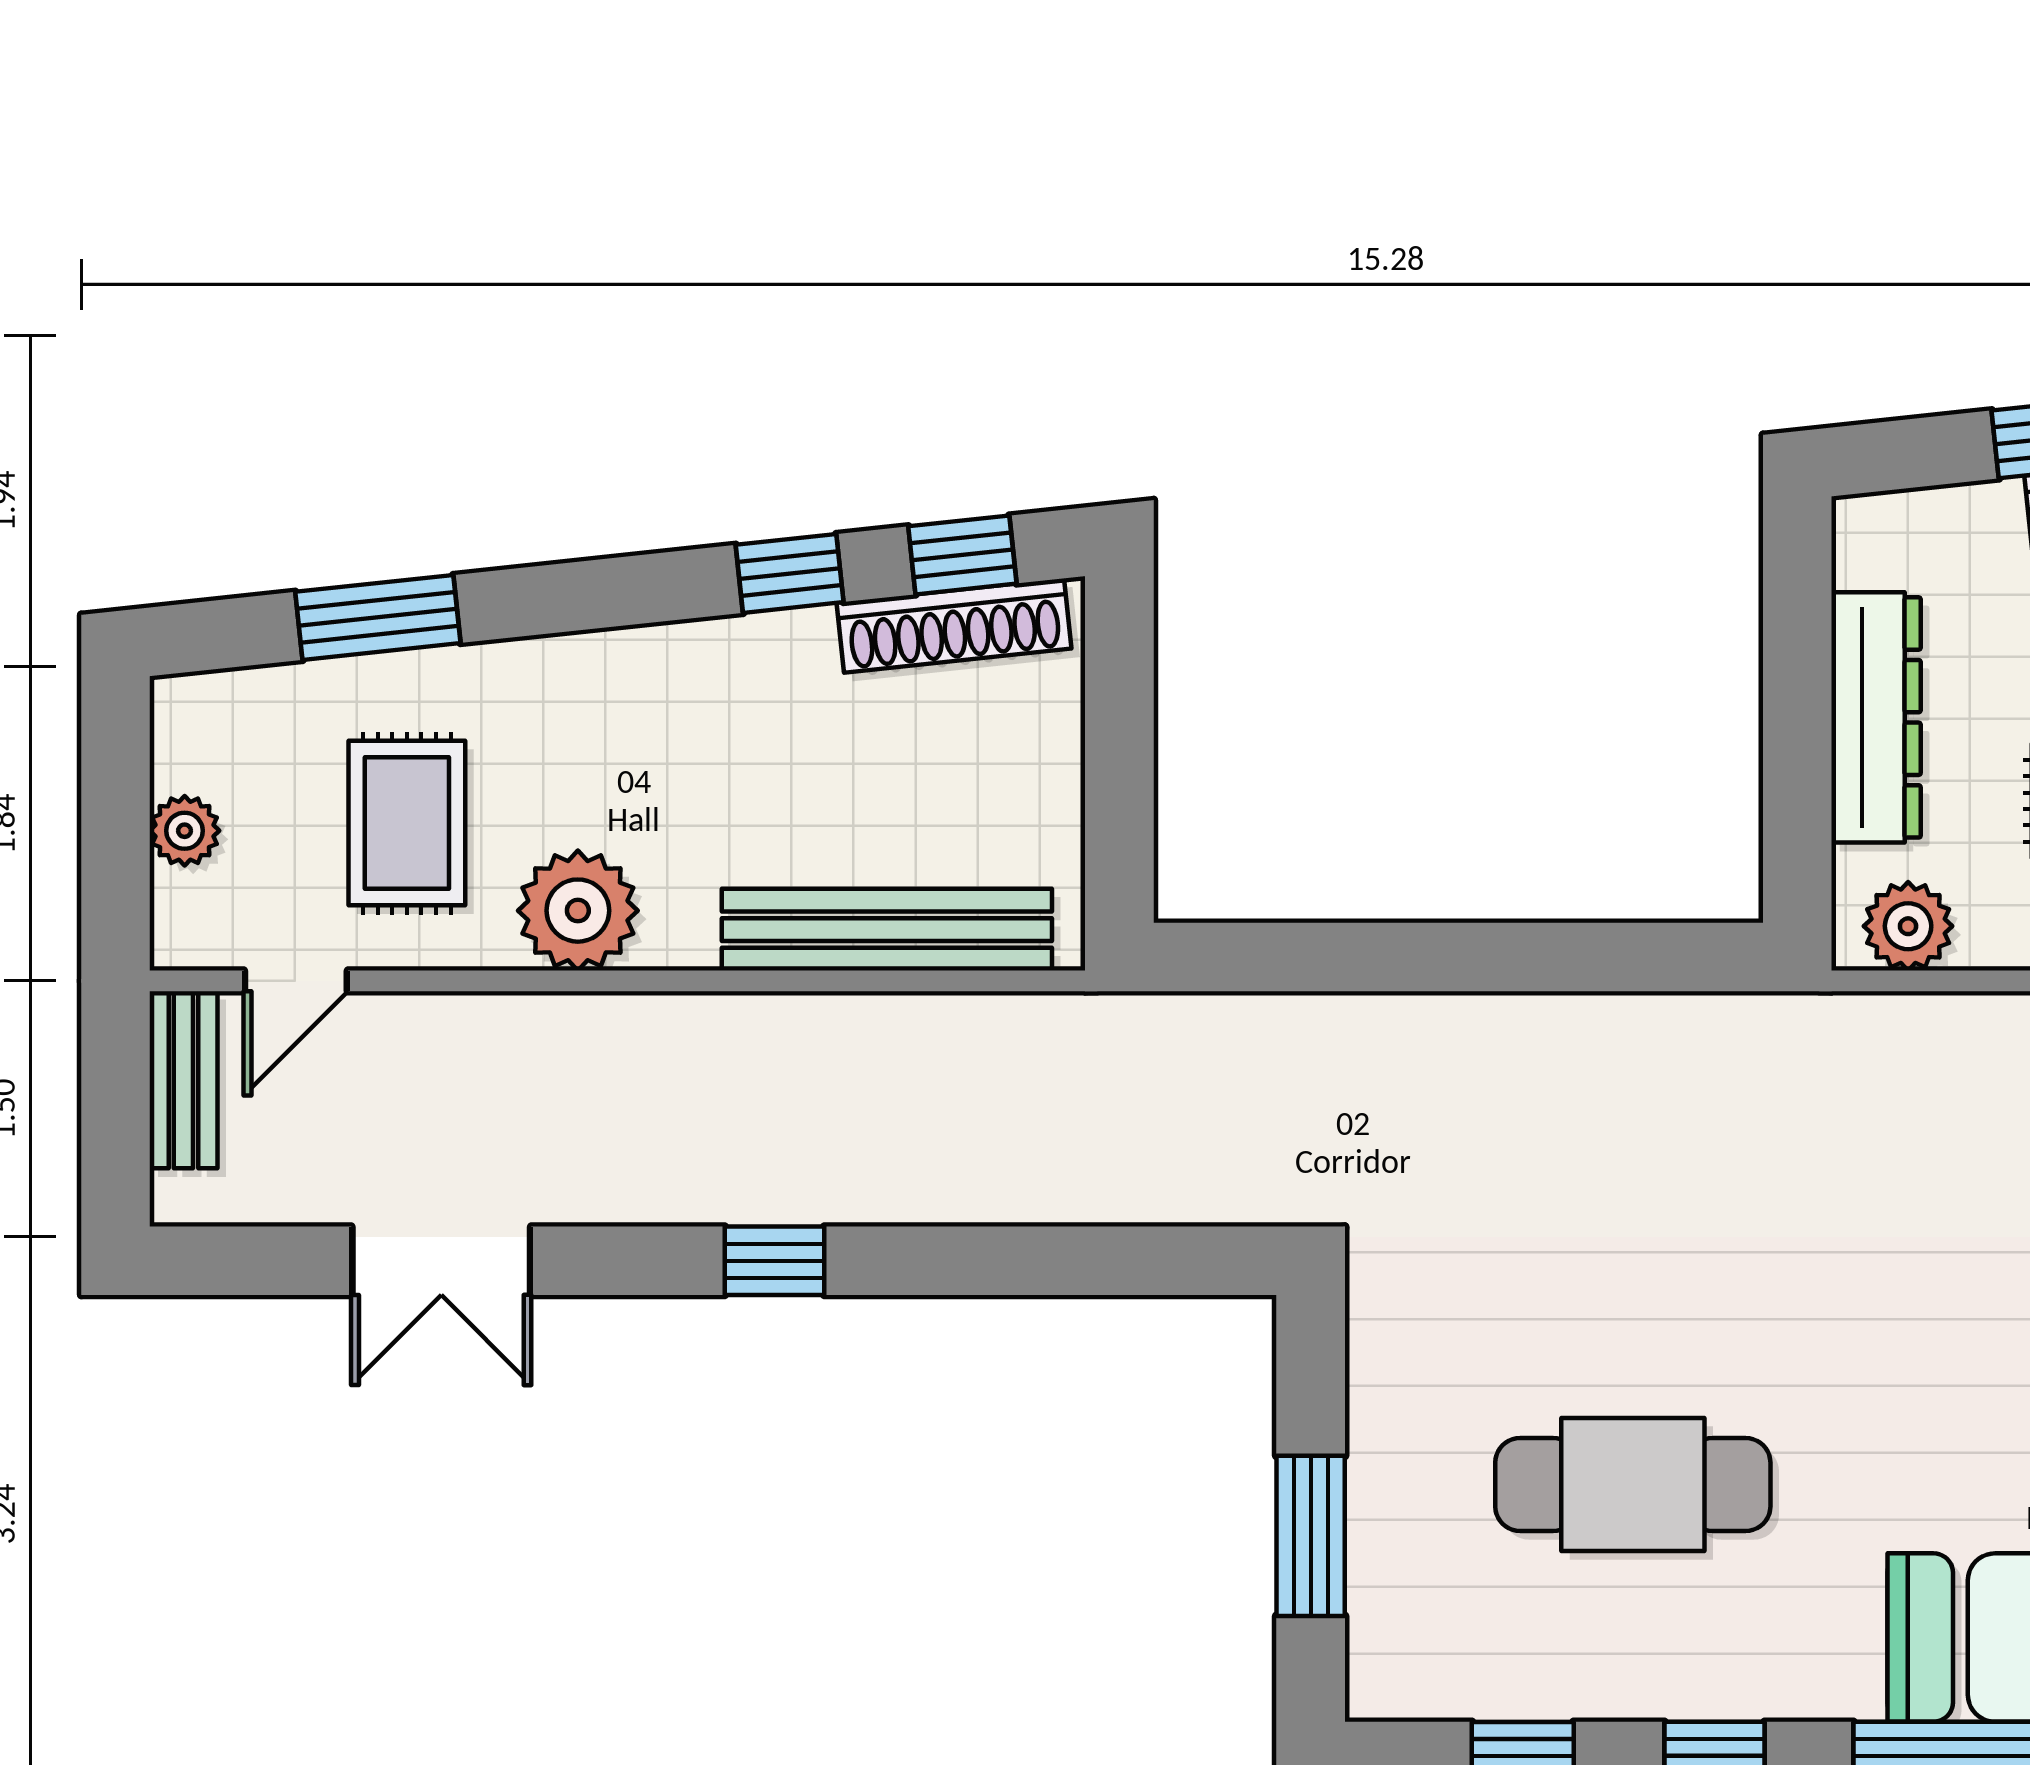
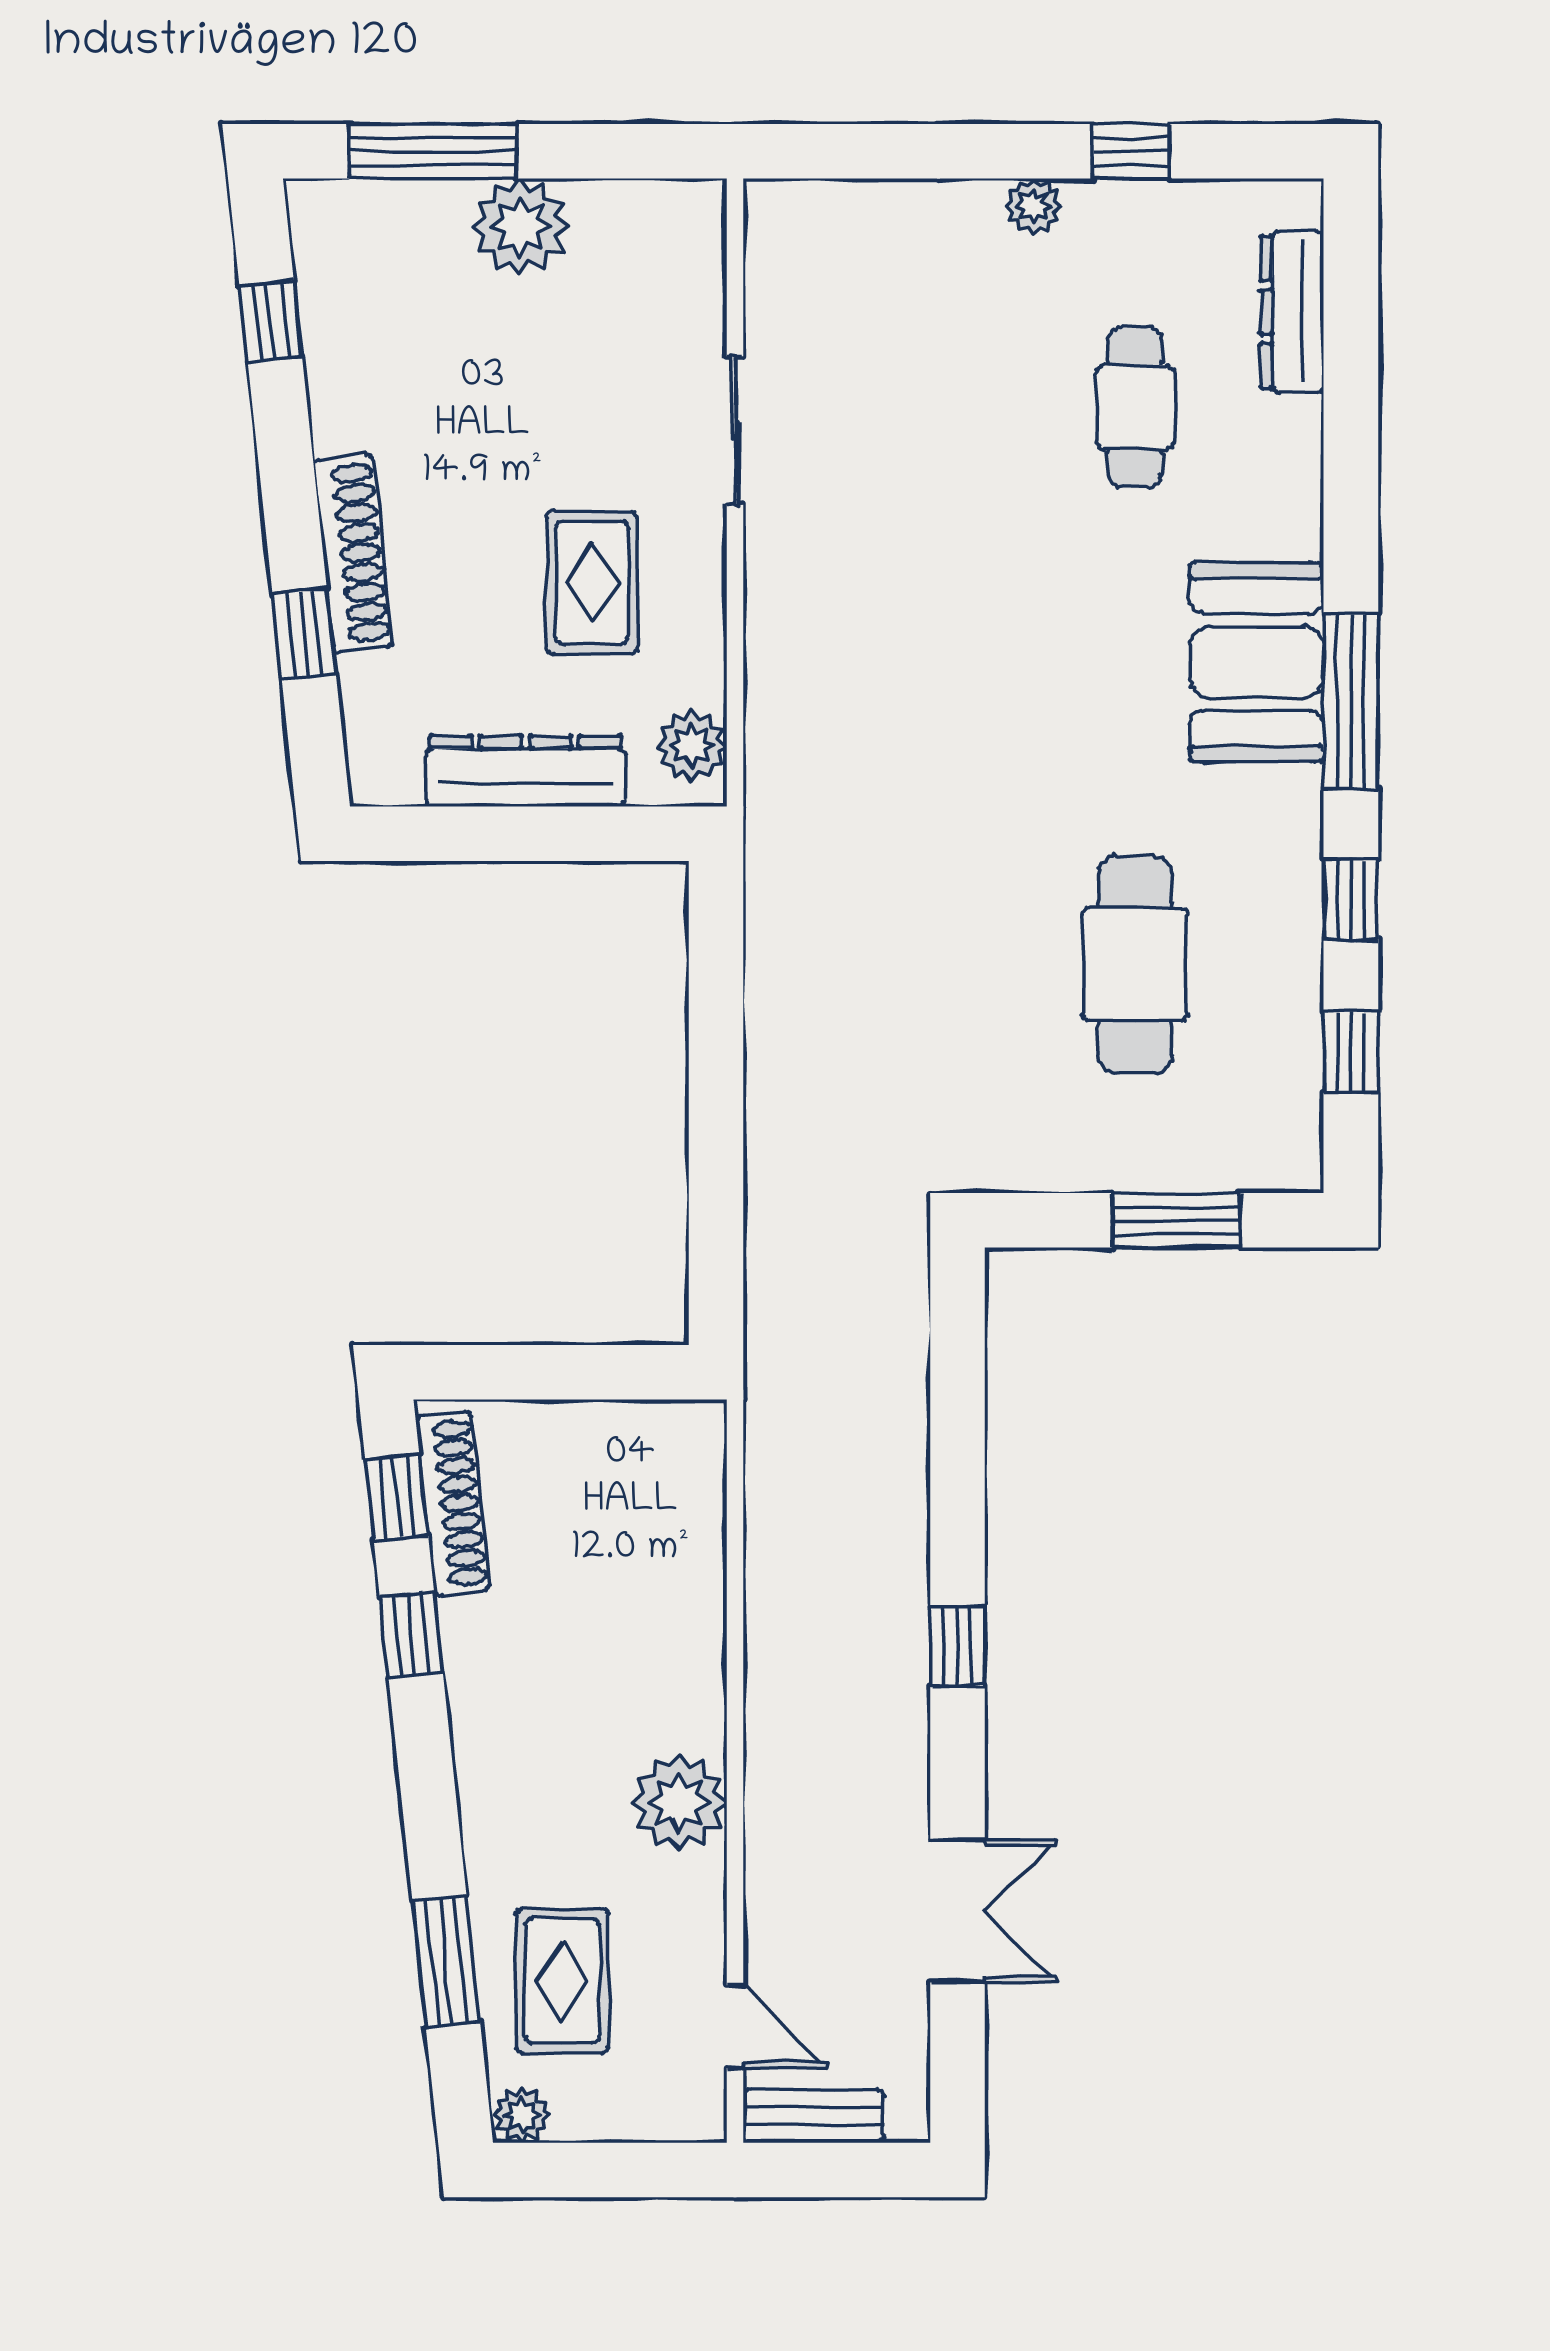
rug: (407, 823) -> (562, 1981), moved, turned 90
plant: (185, 831) -> (522, 2115), moved
bench: (887, 930) -> (694, 1557), removed

